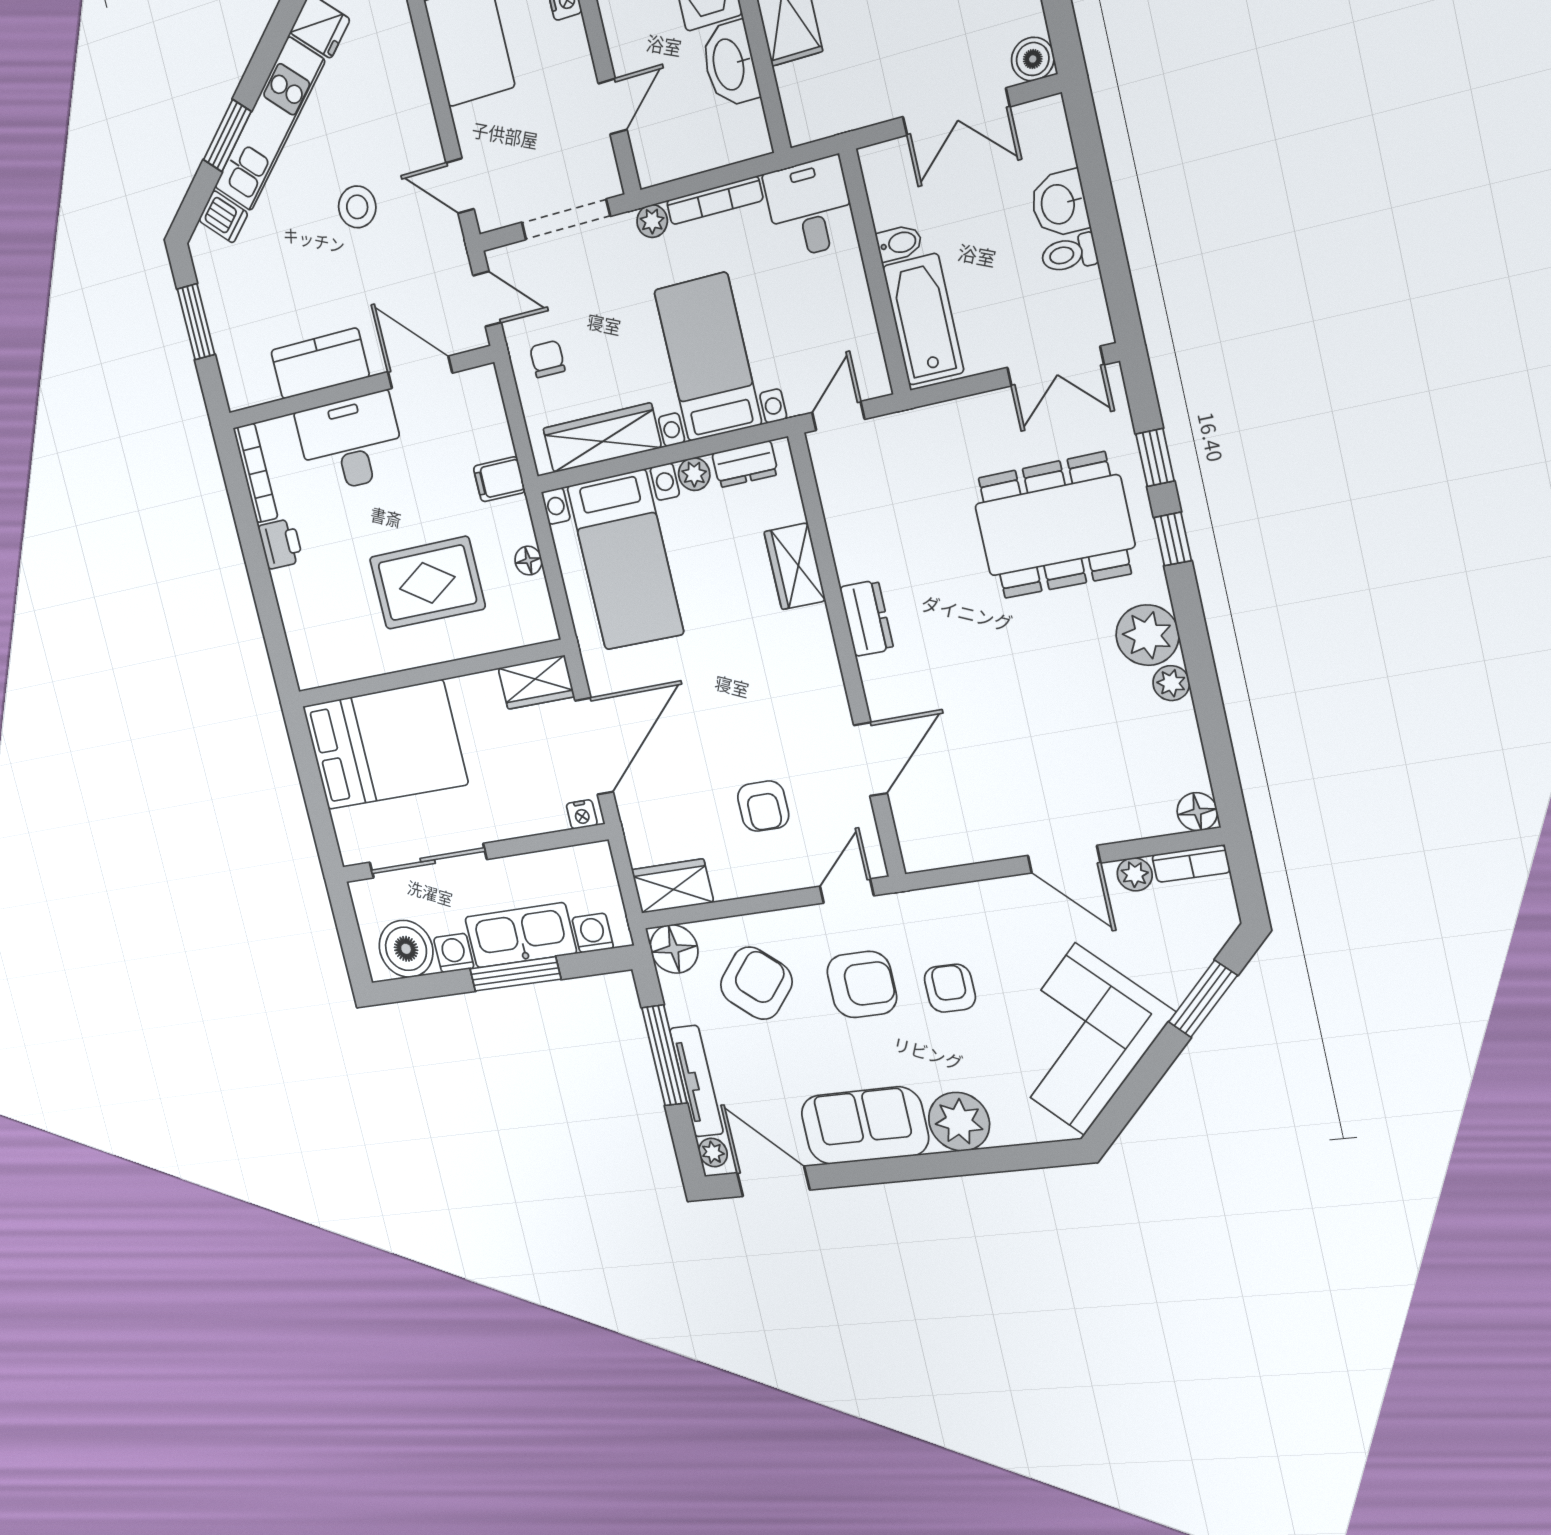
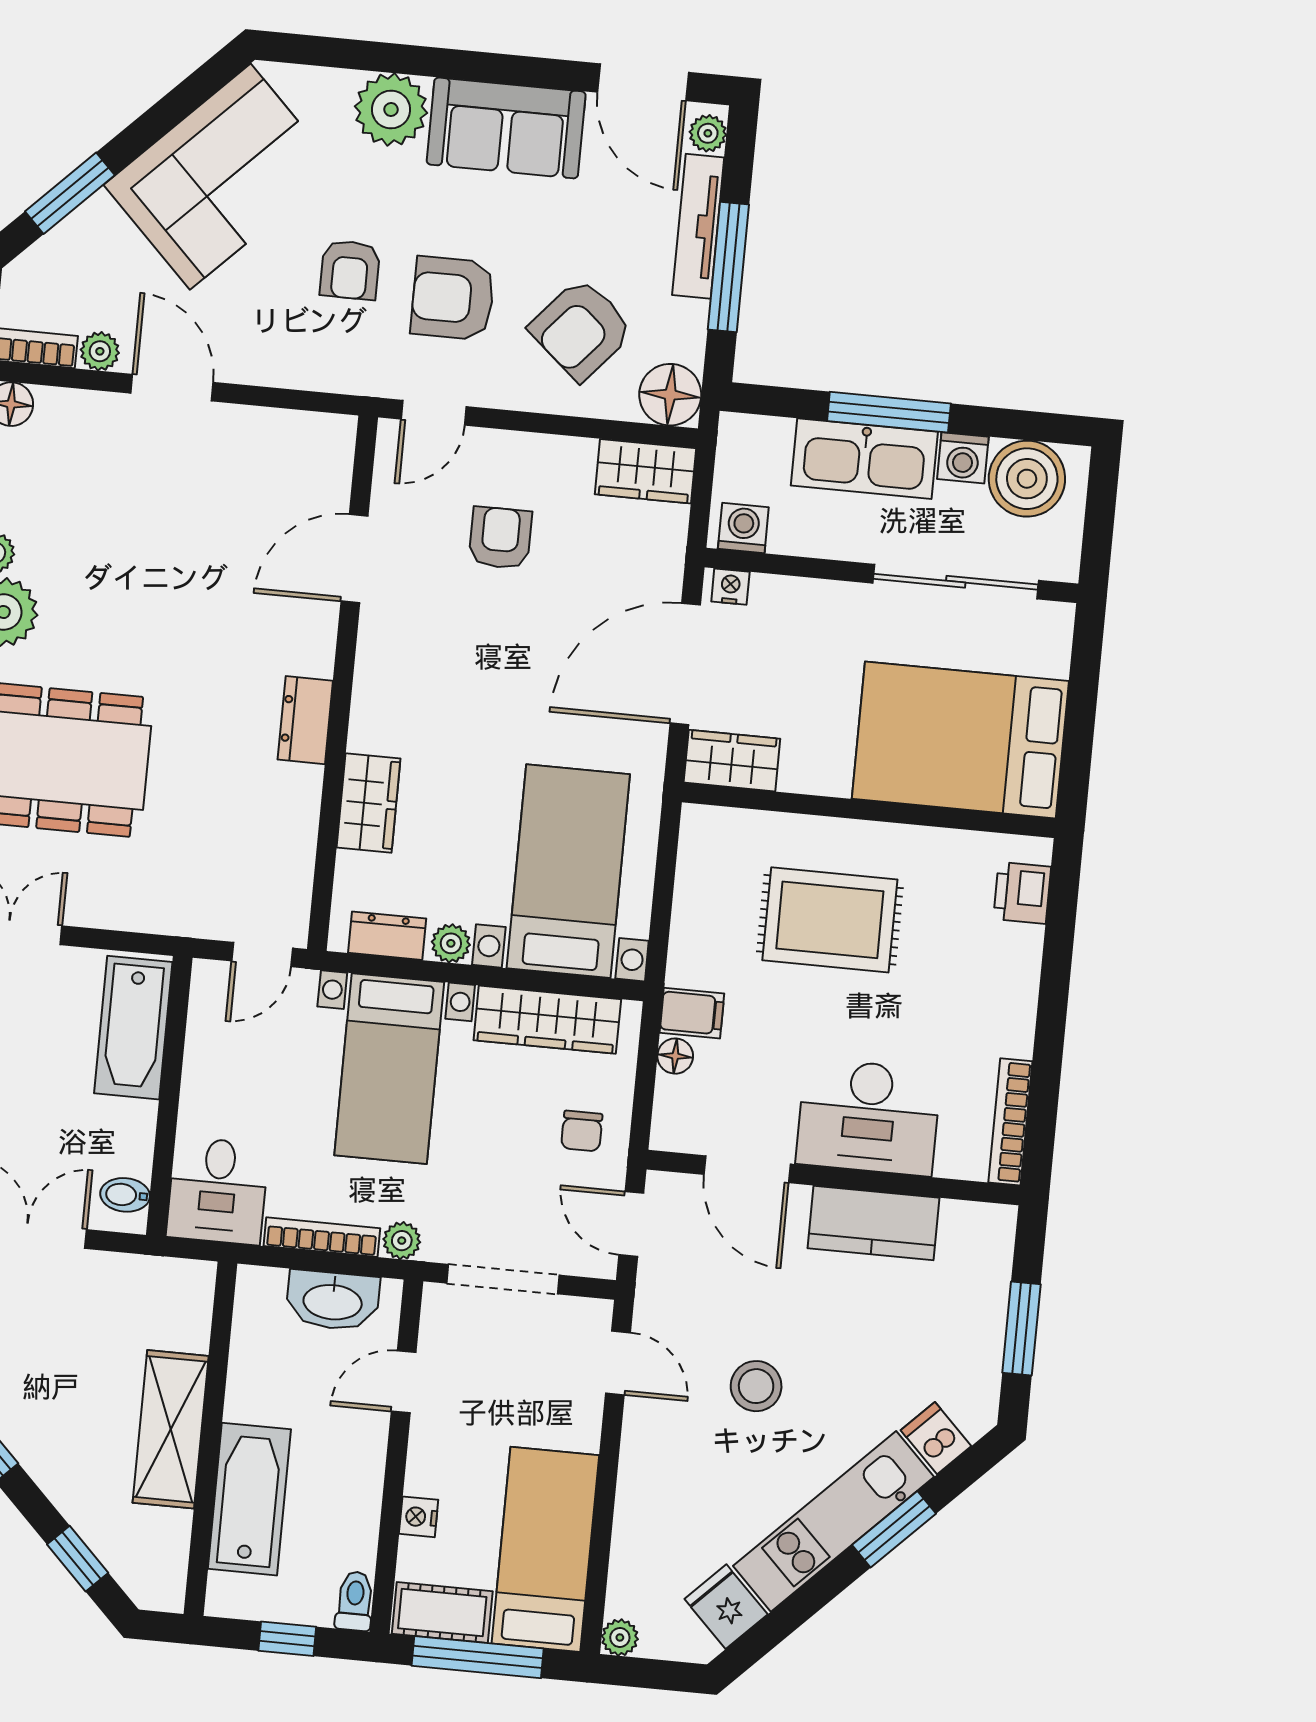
washbasin: (730, 64) -> (333, 1301), moved, turned 90
bidet: (899, 243) -> (125, 1195), moved
printer: (281, 544) -> (1022, 893), moved
floor lamp: (528, 561) -> (675, 1056), moved
washing machine: (593, 933) -> (743, 528), moved, turned 180

